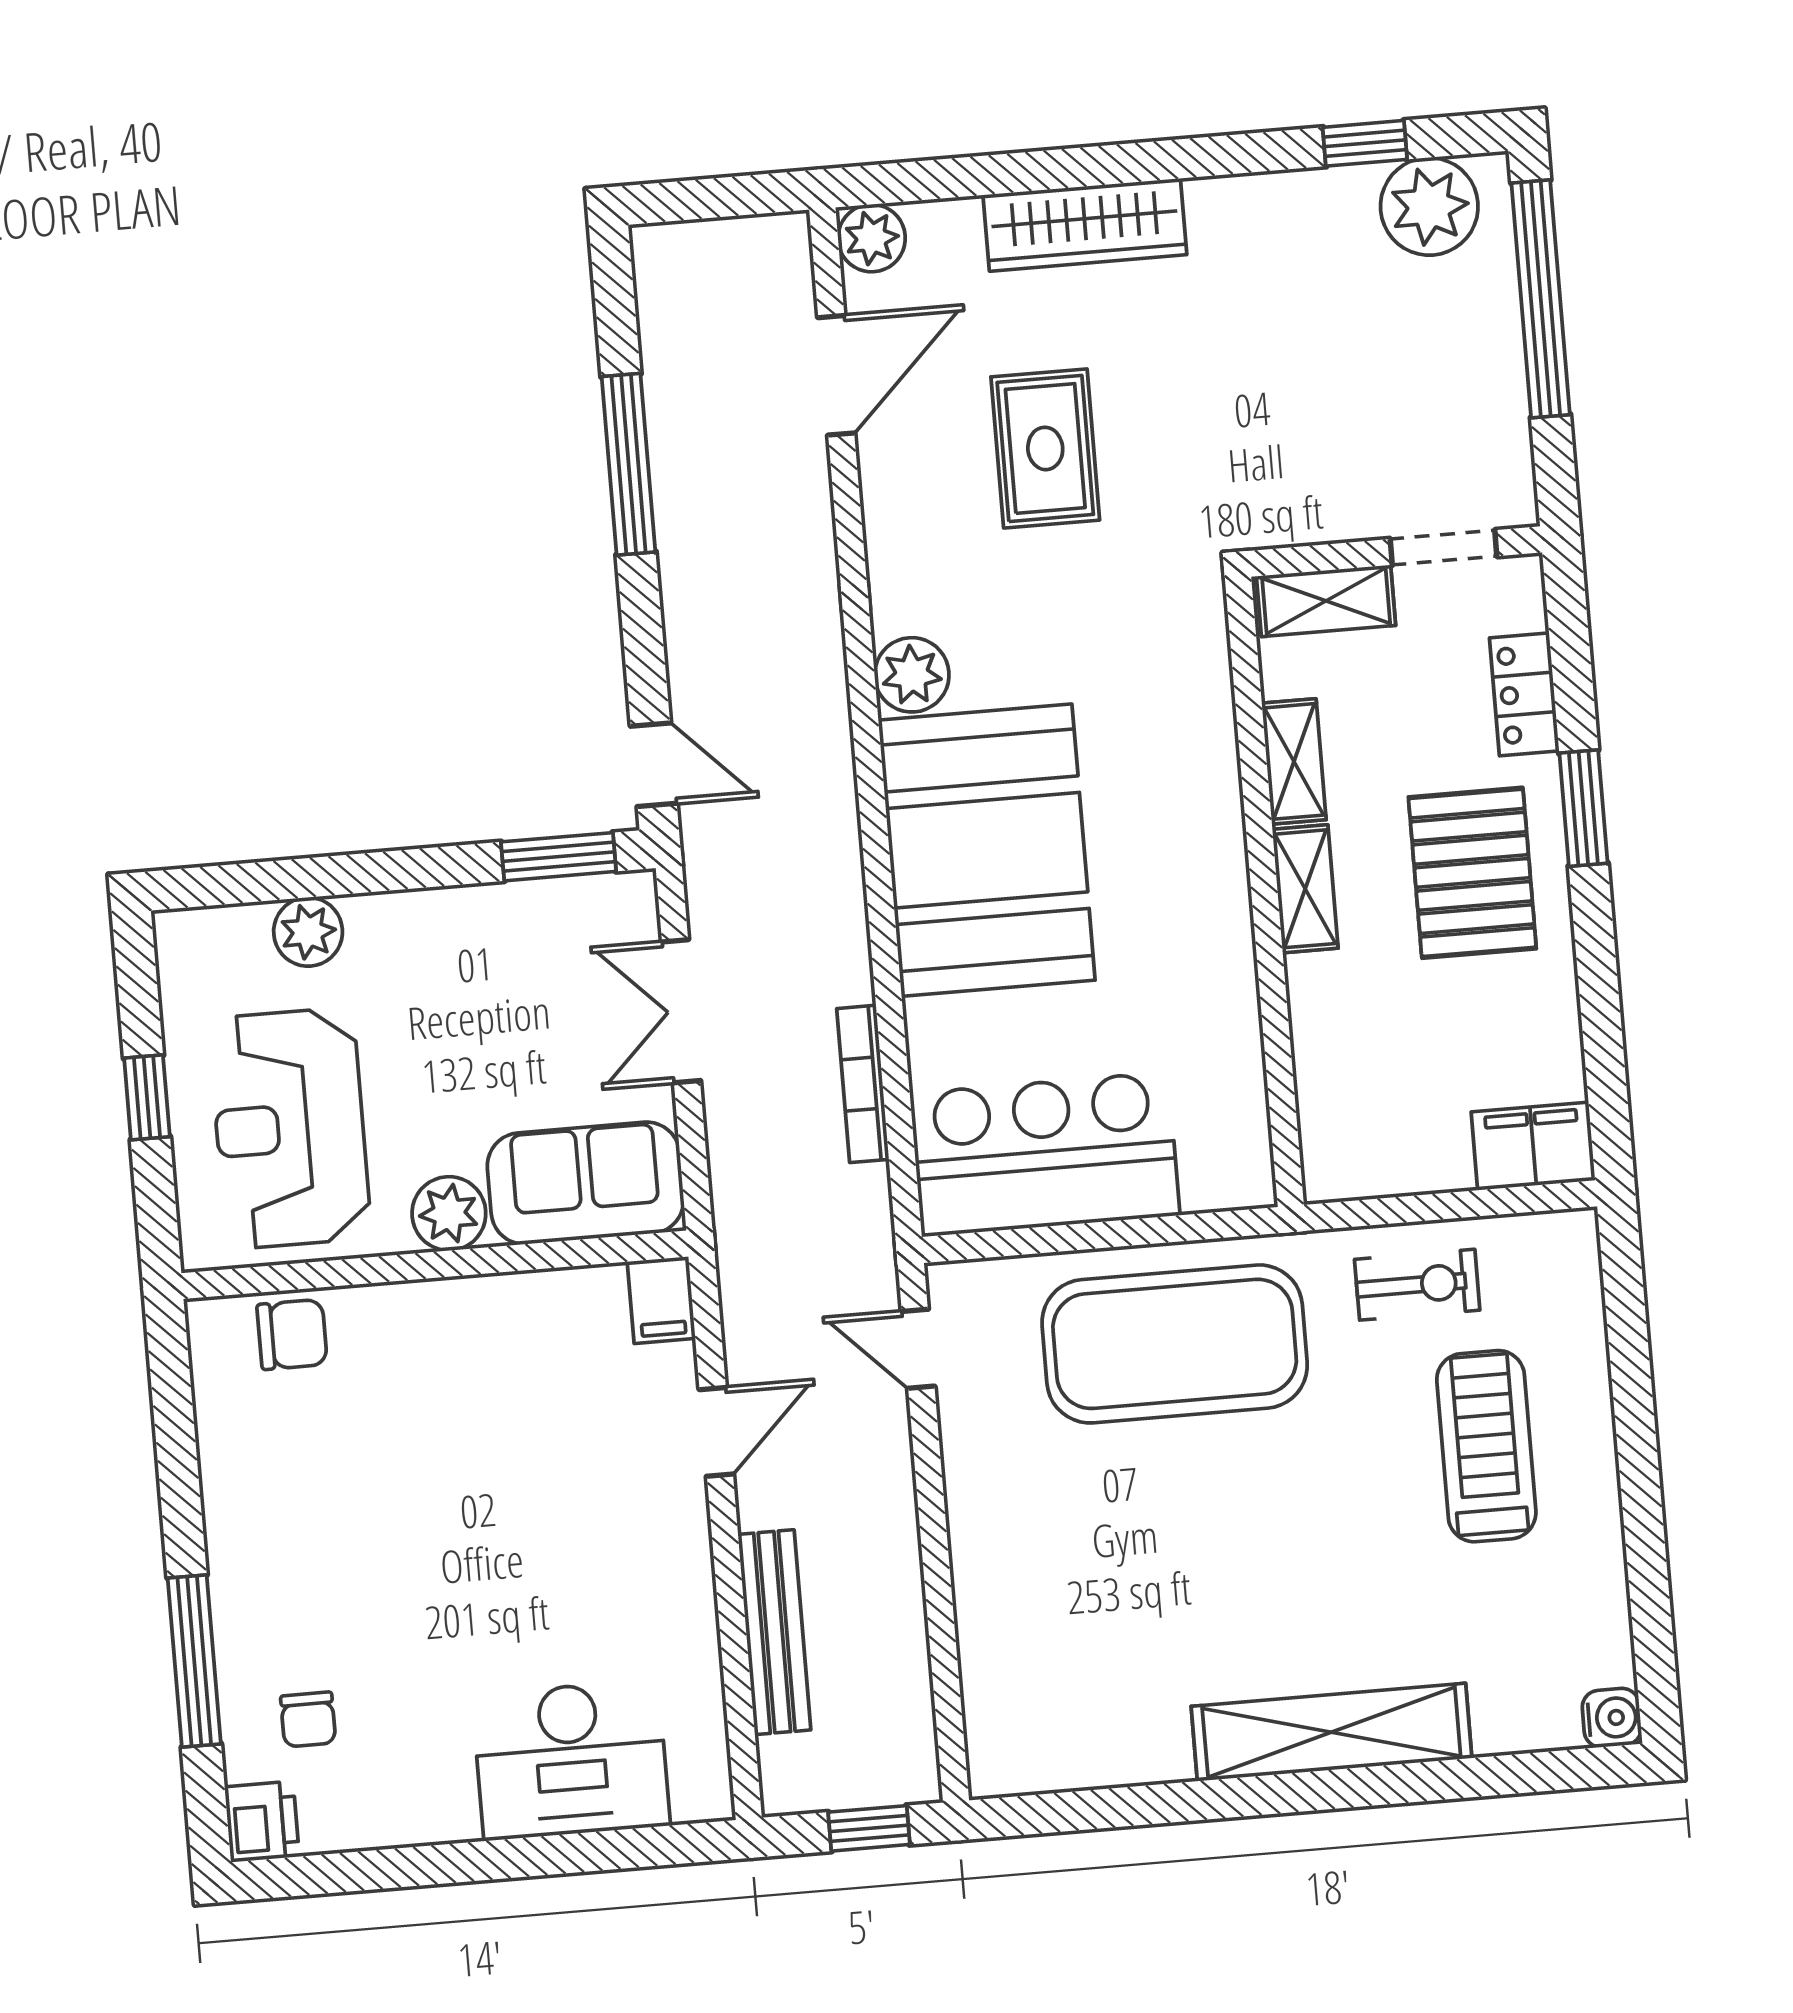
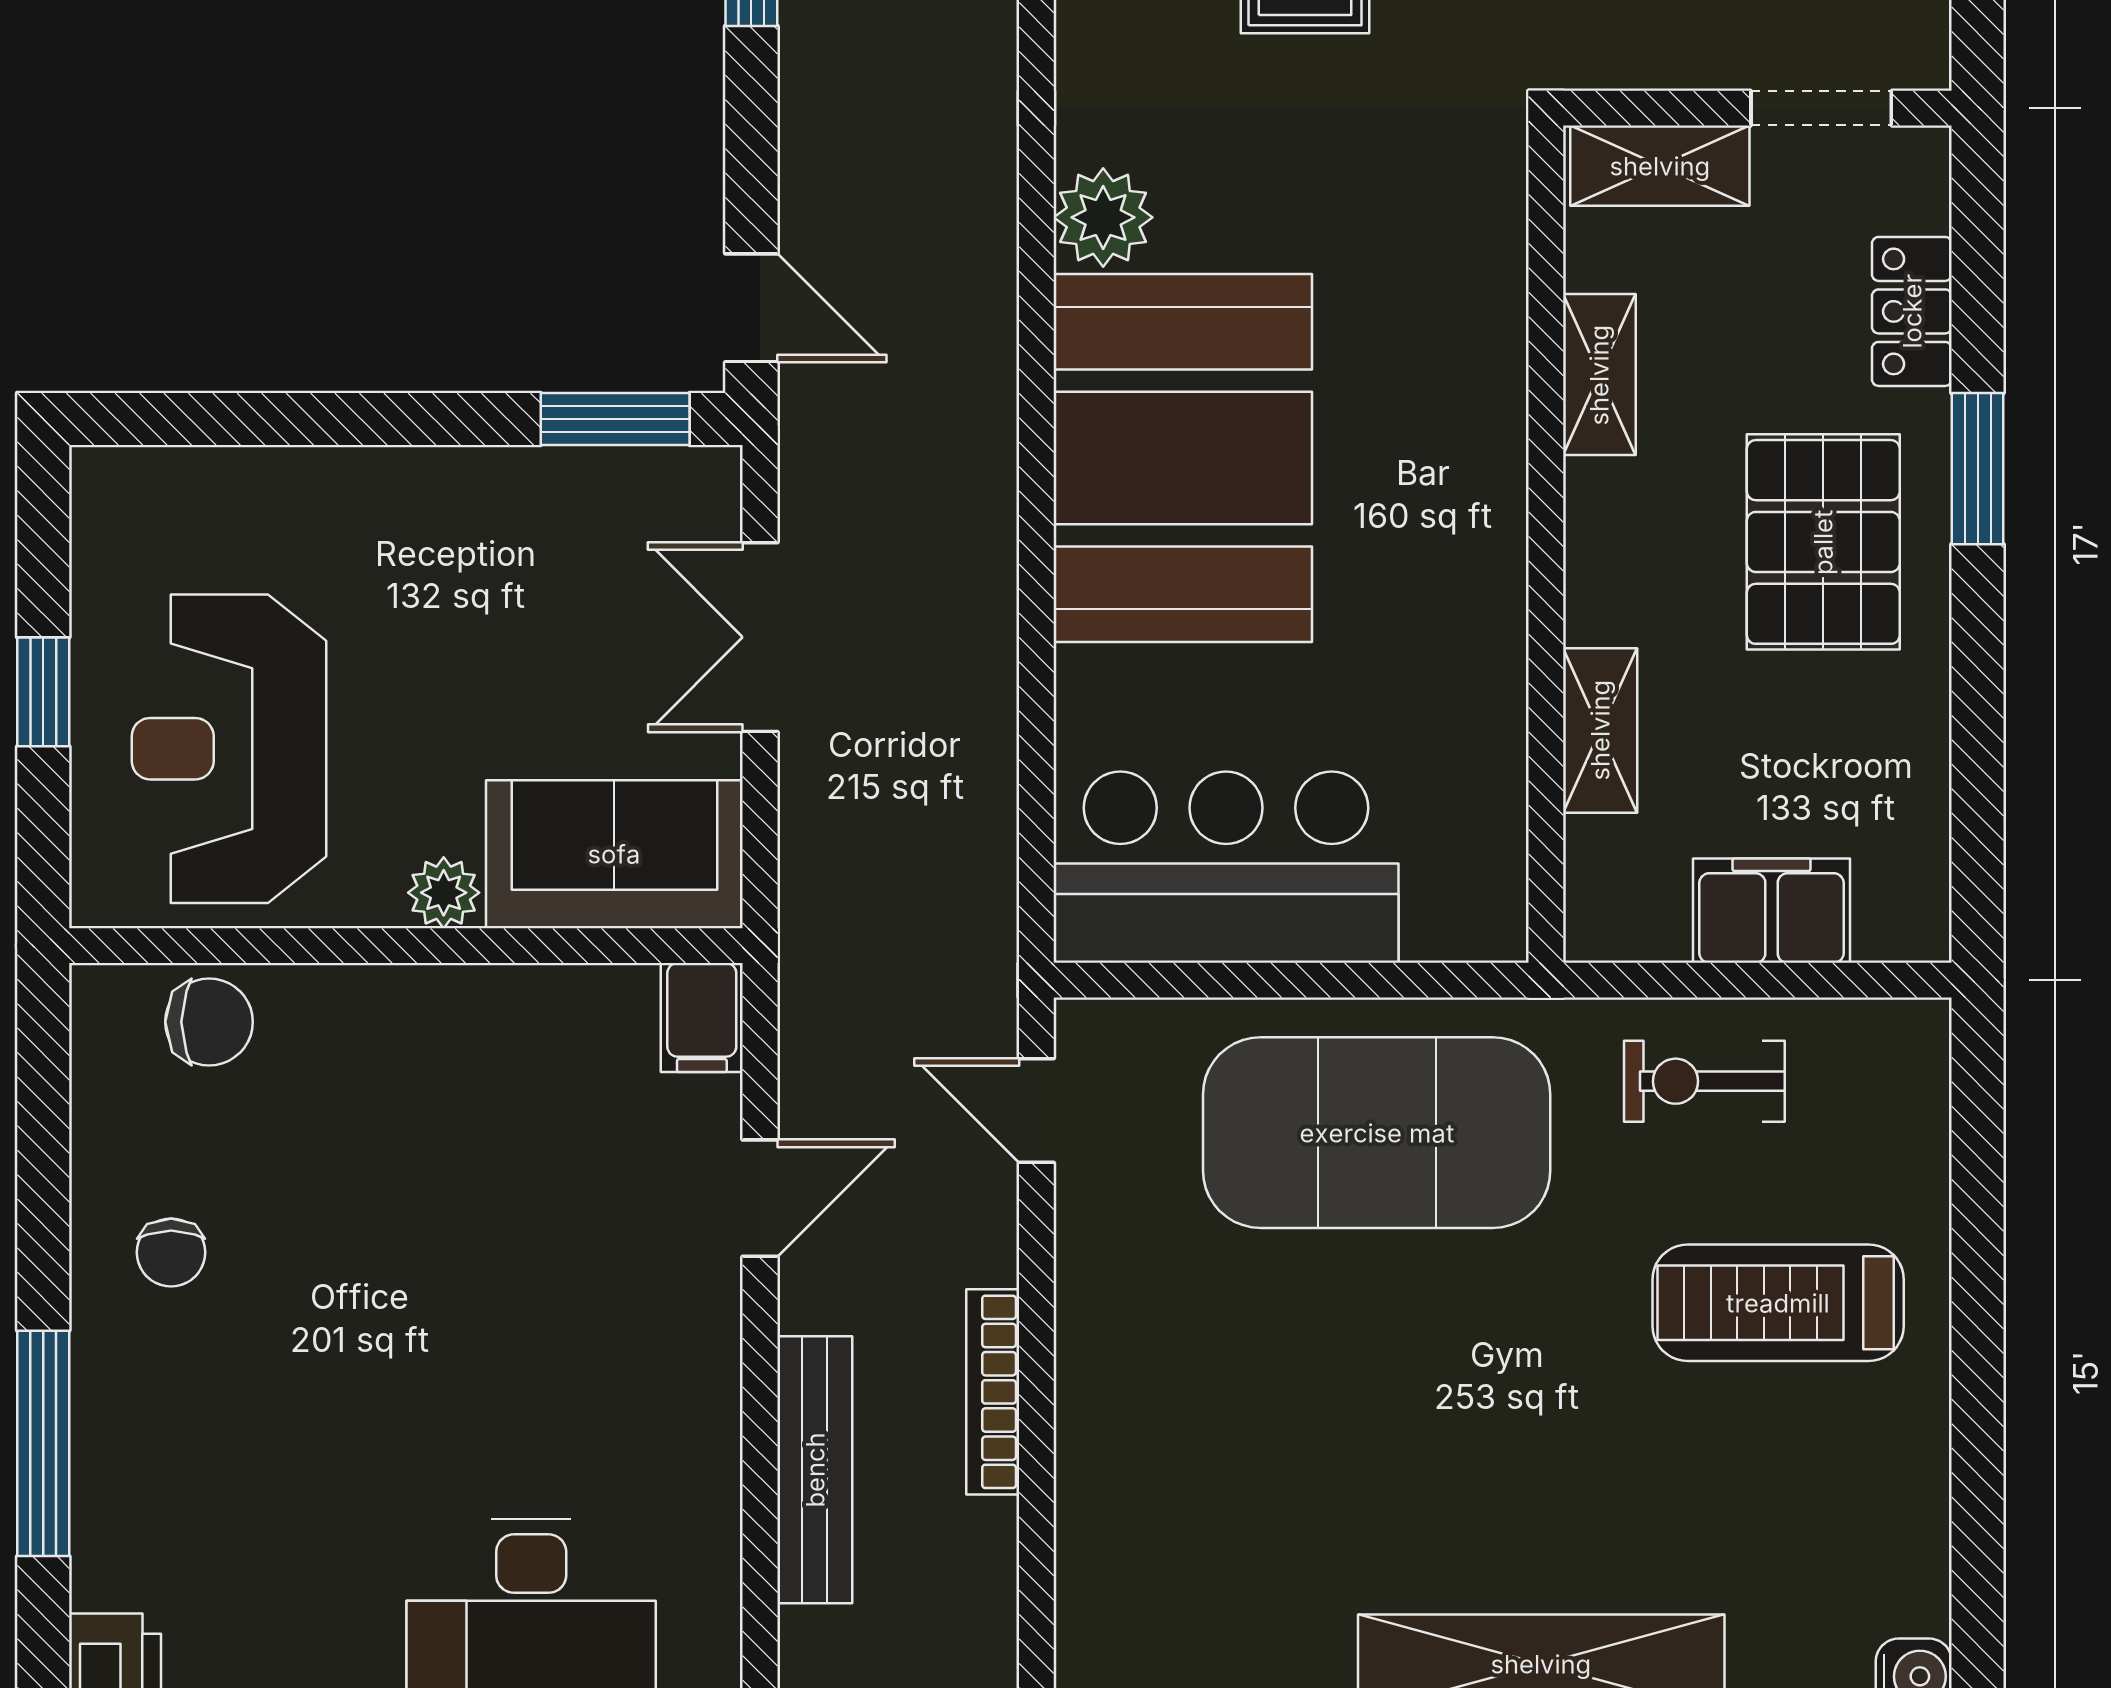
shelving: (1305, 889) -> (1600, 730), moved
plant: (308, 932) -> (275, 491), removed
bookcase: (863, 1084) -> (993, 1392), moved
filing cabinet: (1533, 1146) -> (1772, 911), moved
plant: (449, 1214) -> (444, 893), width x0.73, depth x0.73
exercise bike: (1417, 1285) -> (1704, 1081), turned 180
treadmill: (1486, 1446) -> (1778, 1303), turned -90
chair: (308, 1719) -> (171, 1252), moved

